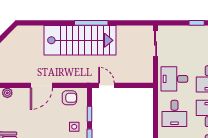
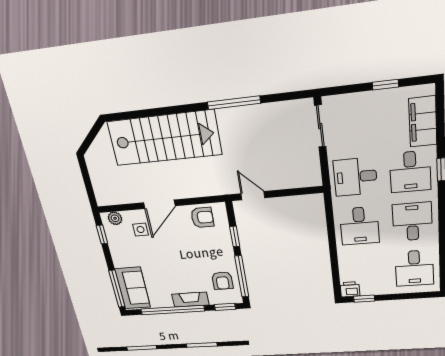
window: (91, 23) -> (234, 103), moved
stairs: (80, 40) -> (164, 138), moved
side table: (74, 127) -> (141, 230), moved

